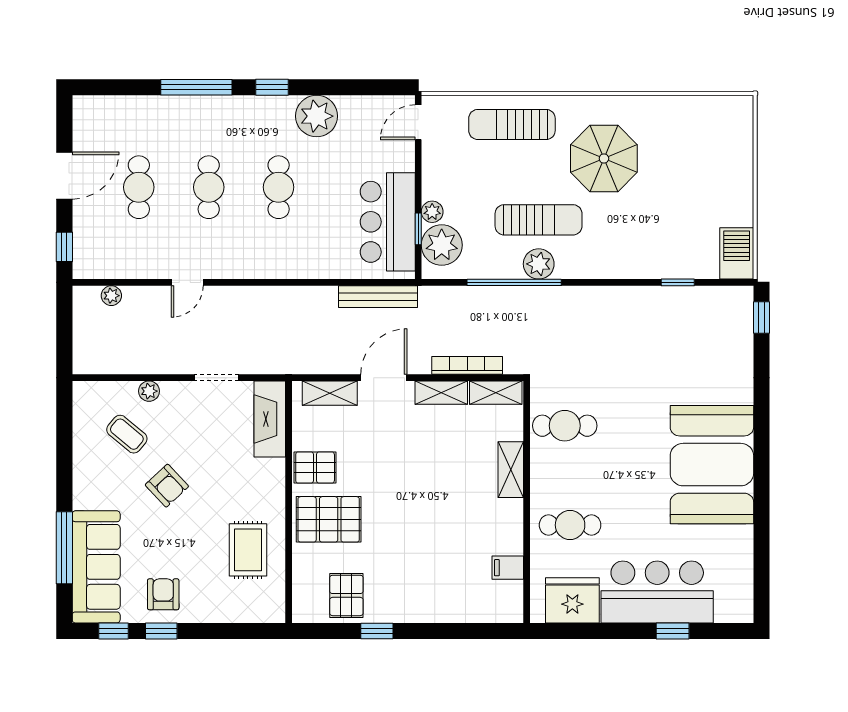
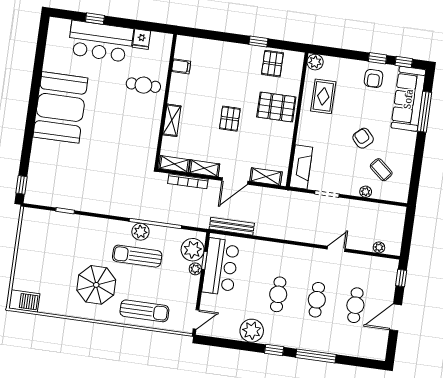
barbecue: (737, 253) -> (24, 301), moved, turned -90
cafe table: (565, 426) -> (139, 140), removed
pallet: (315, 468) -> (230, 119), moved, turned 90
fridge: (572, 600) -> (141, 39), width x0.53, depth x0.75
plant: (271, 609) -> (315, 62), added

